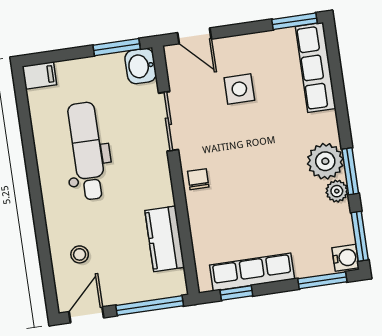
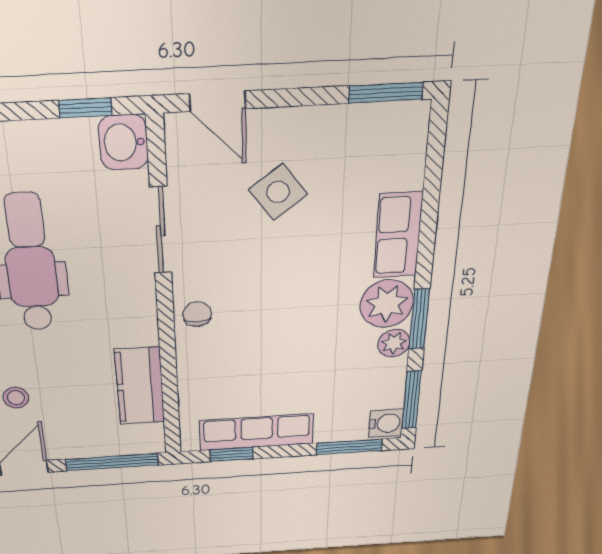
window: (117, 47) -> (85, 108), width x0.67
row of seats: (316, 67) -> (398, 235), moved, width x0.68
side table: (239, 89) -> (278, 192), turned -37

